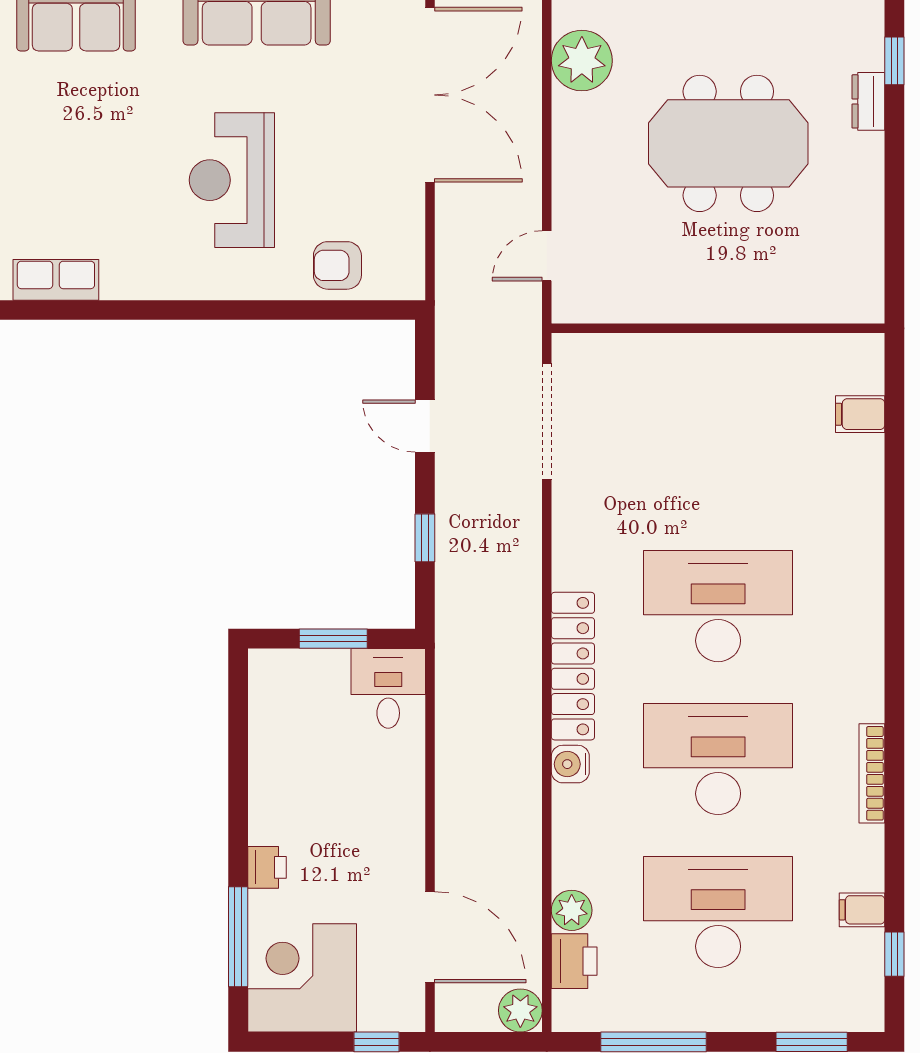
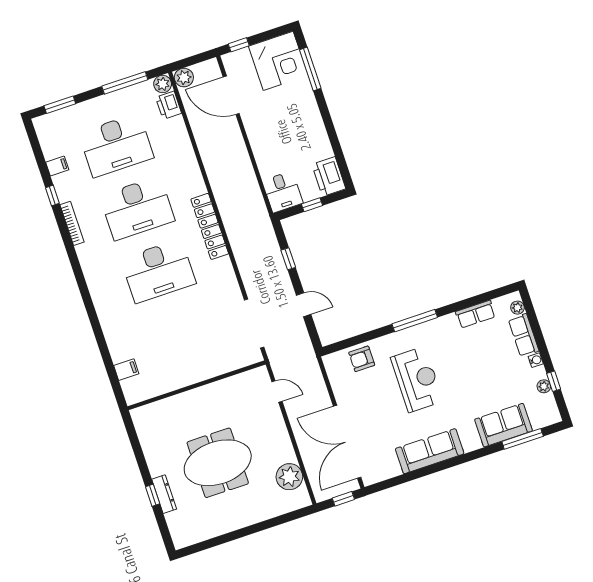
window: (894, 61) -> (153, 495), moved
dresser: (868, 101) -> (164, 494), width x1.44
door: (547, 256) -> (277, 392), hinge flipped
armchair: (337, 265) -> (362, 359), turned 180
window: (193, 310) -> (415, 321), added
window: (333, 639) -> (312, 205), width x0.67
water cooler: (570, 764) -> (197, 186), removed
printer: (267, 867) -> (329, 177), moved, width x1.87, depth x1.48
plant: (572, 910) -> (163, 84), moved
window: (894, 954) -> (52, 195), moved

